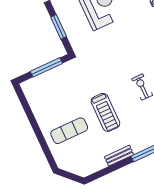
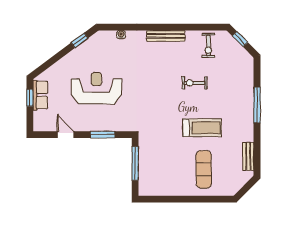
bench: (119, 156) -> (248, 156), moved

